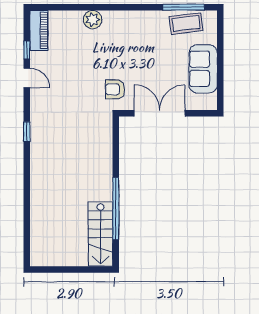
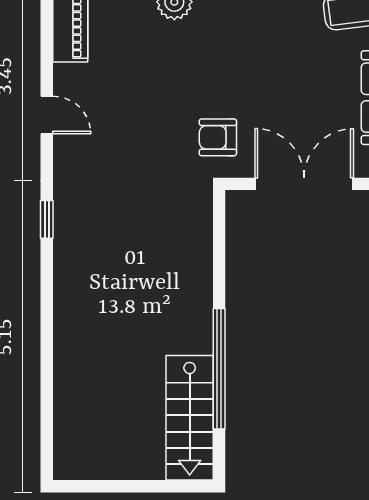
window: (27, 50) -> (47, 61), removed

